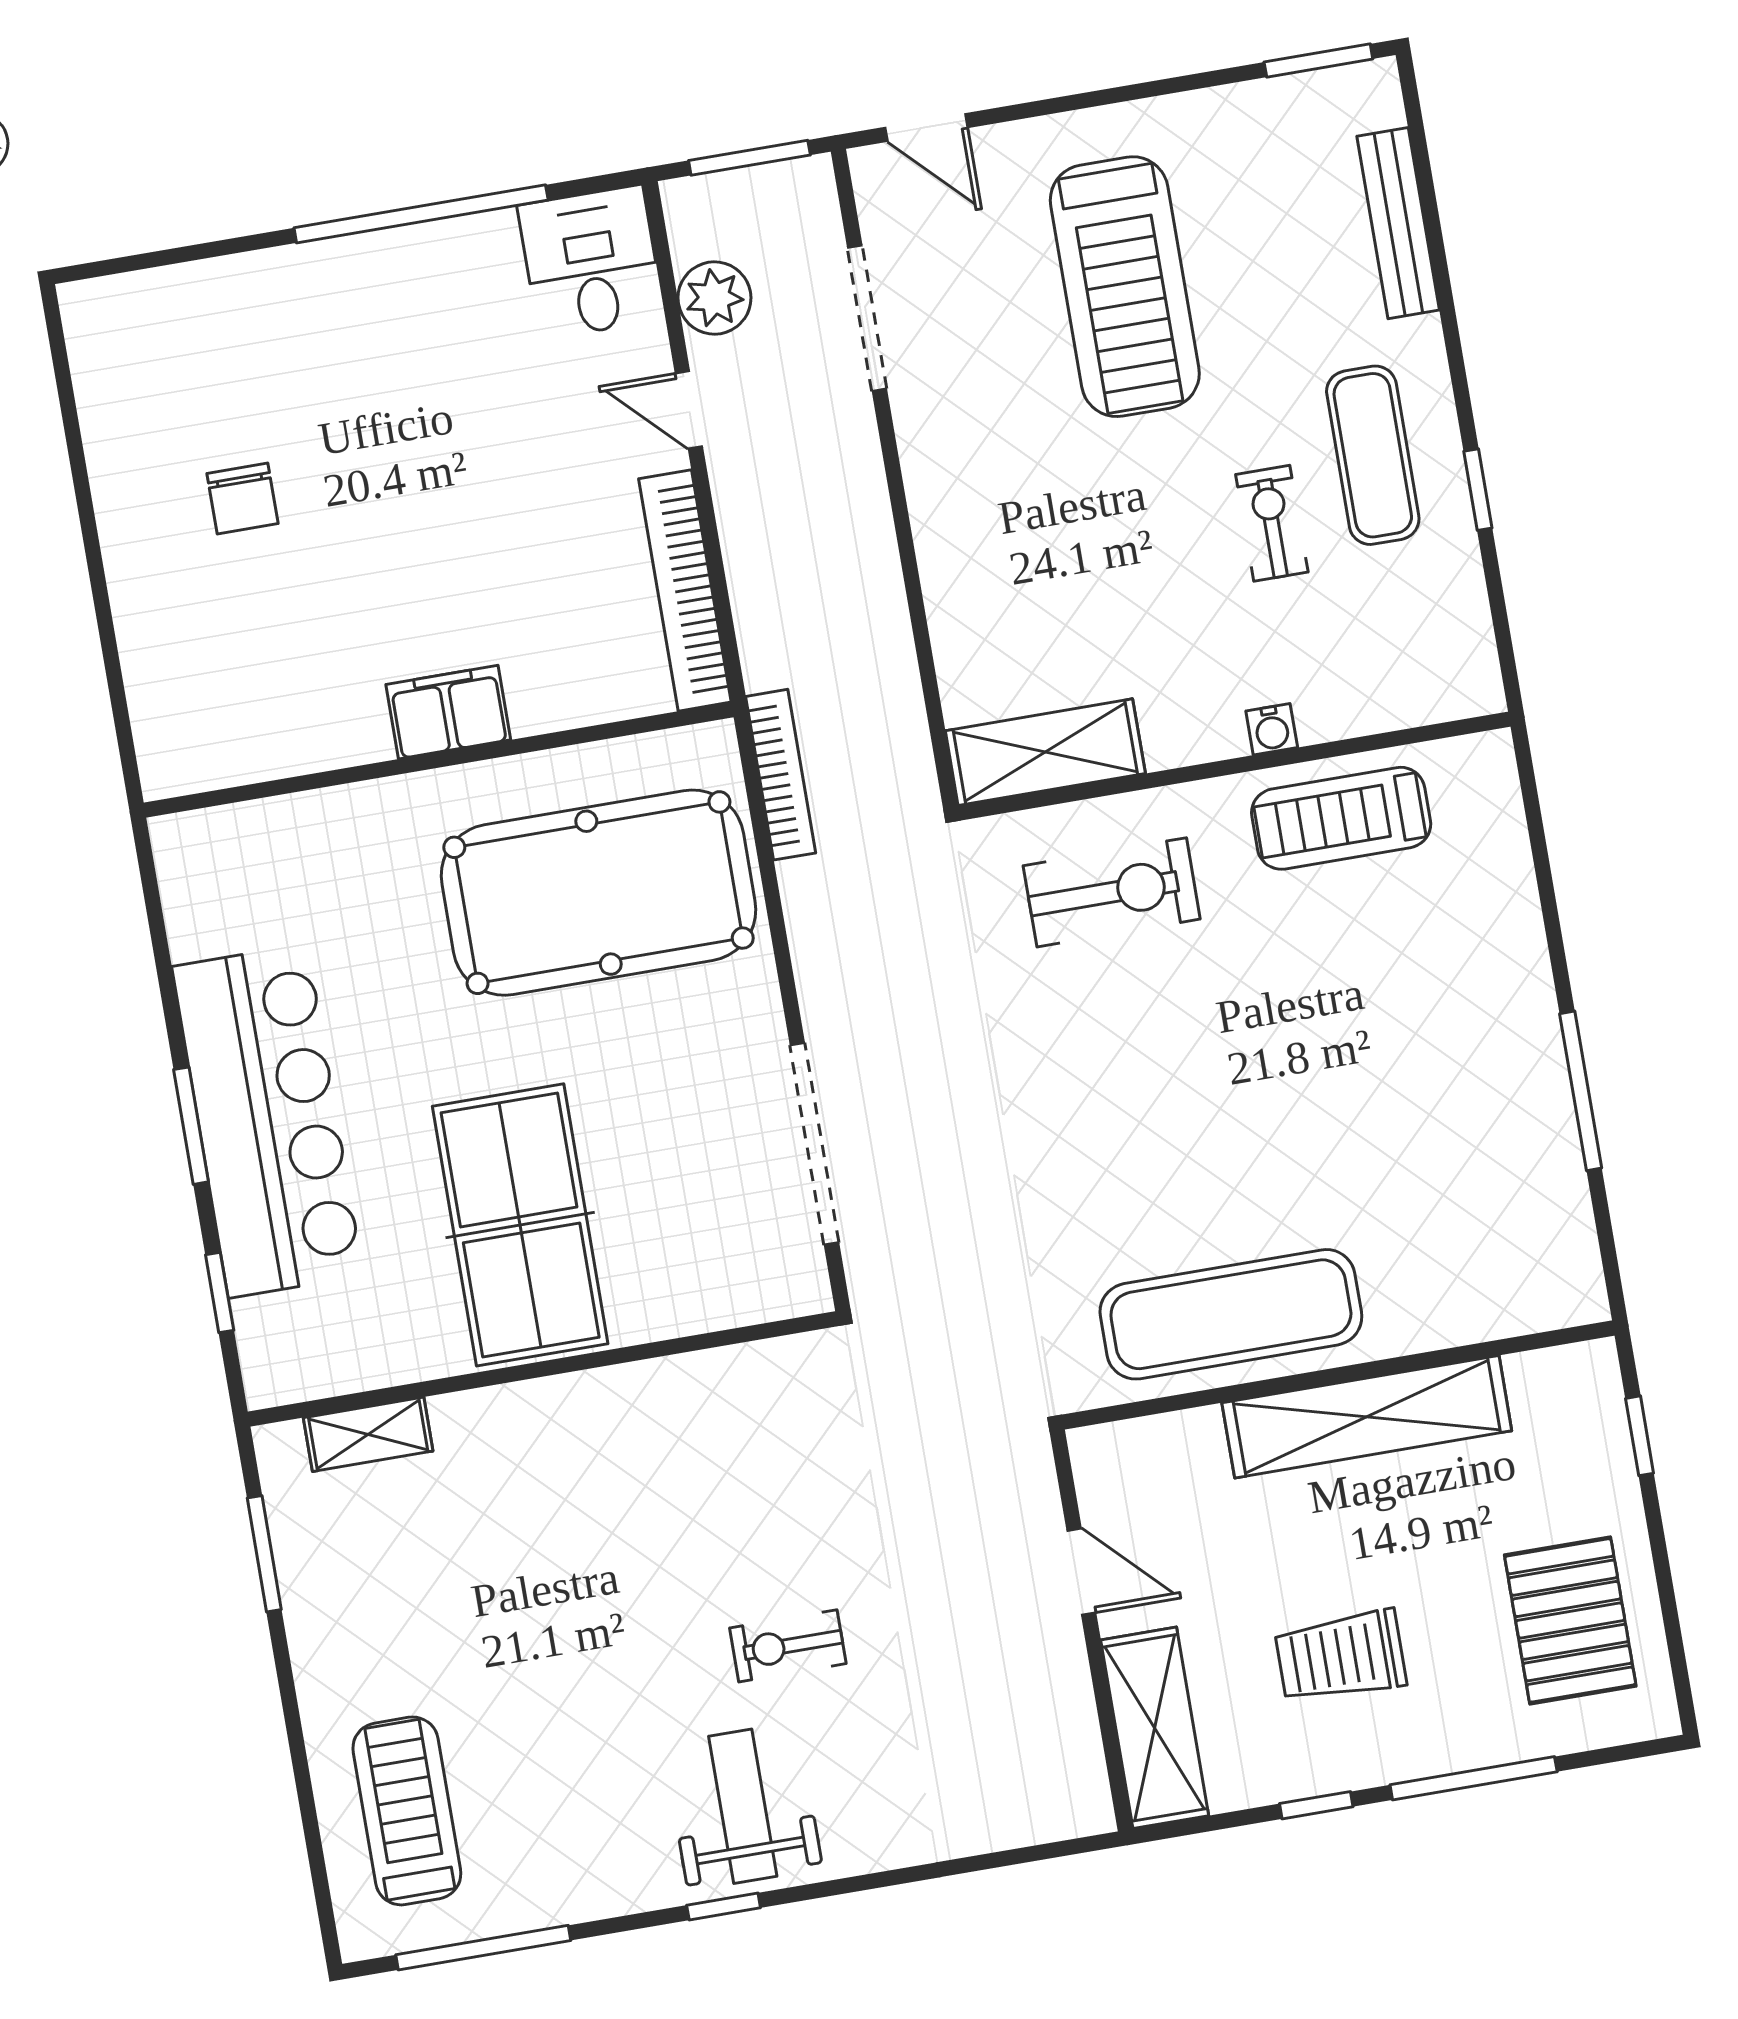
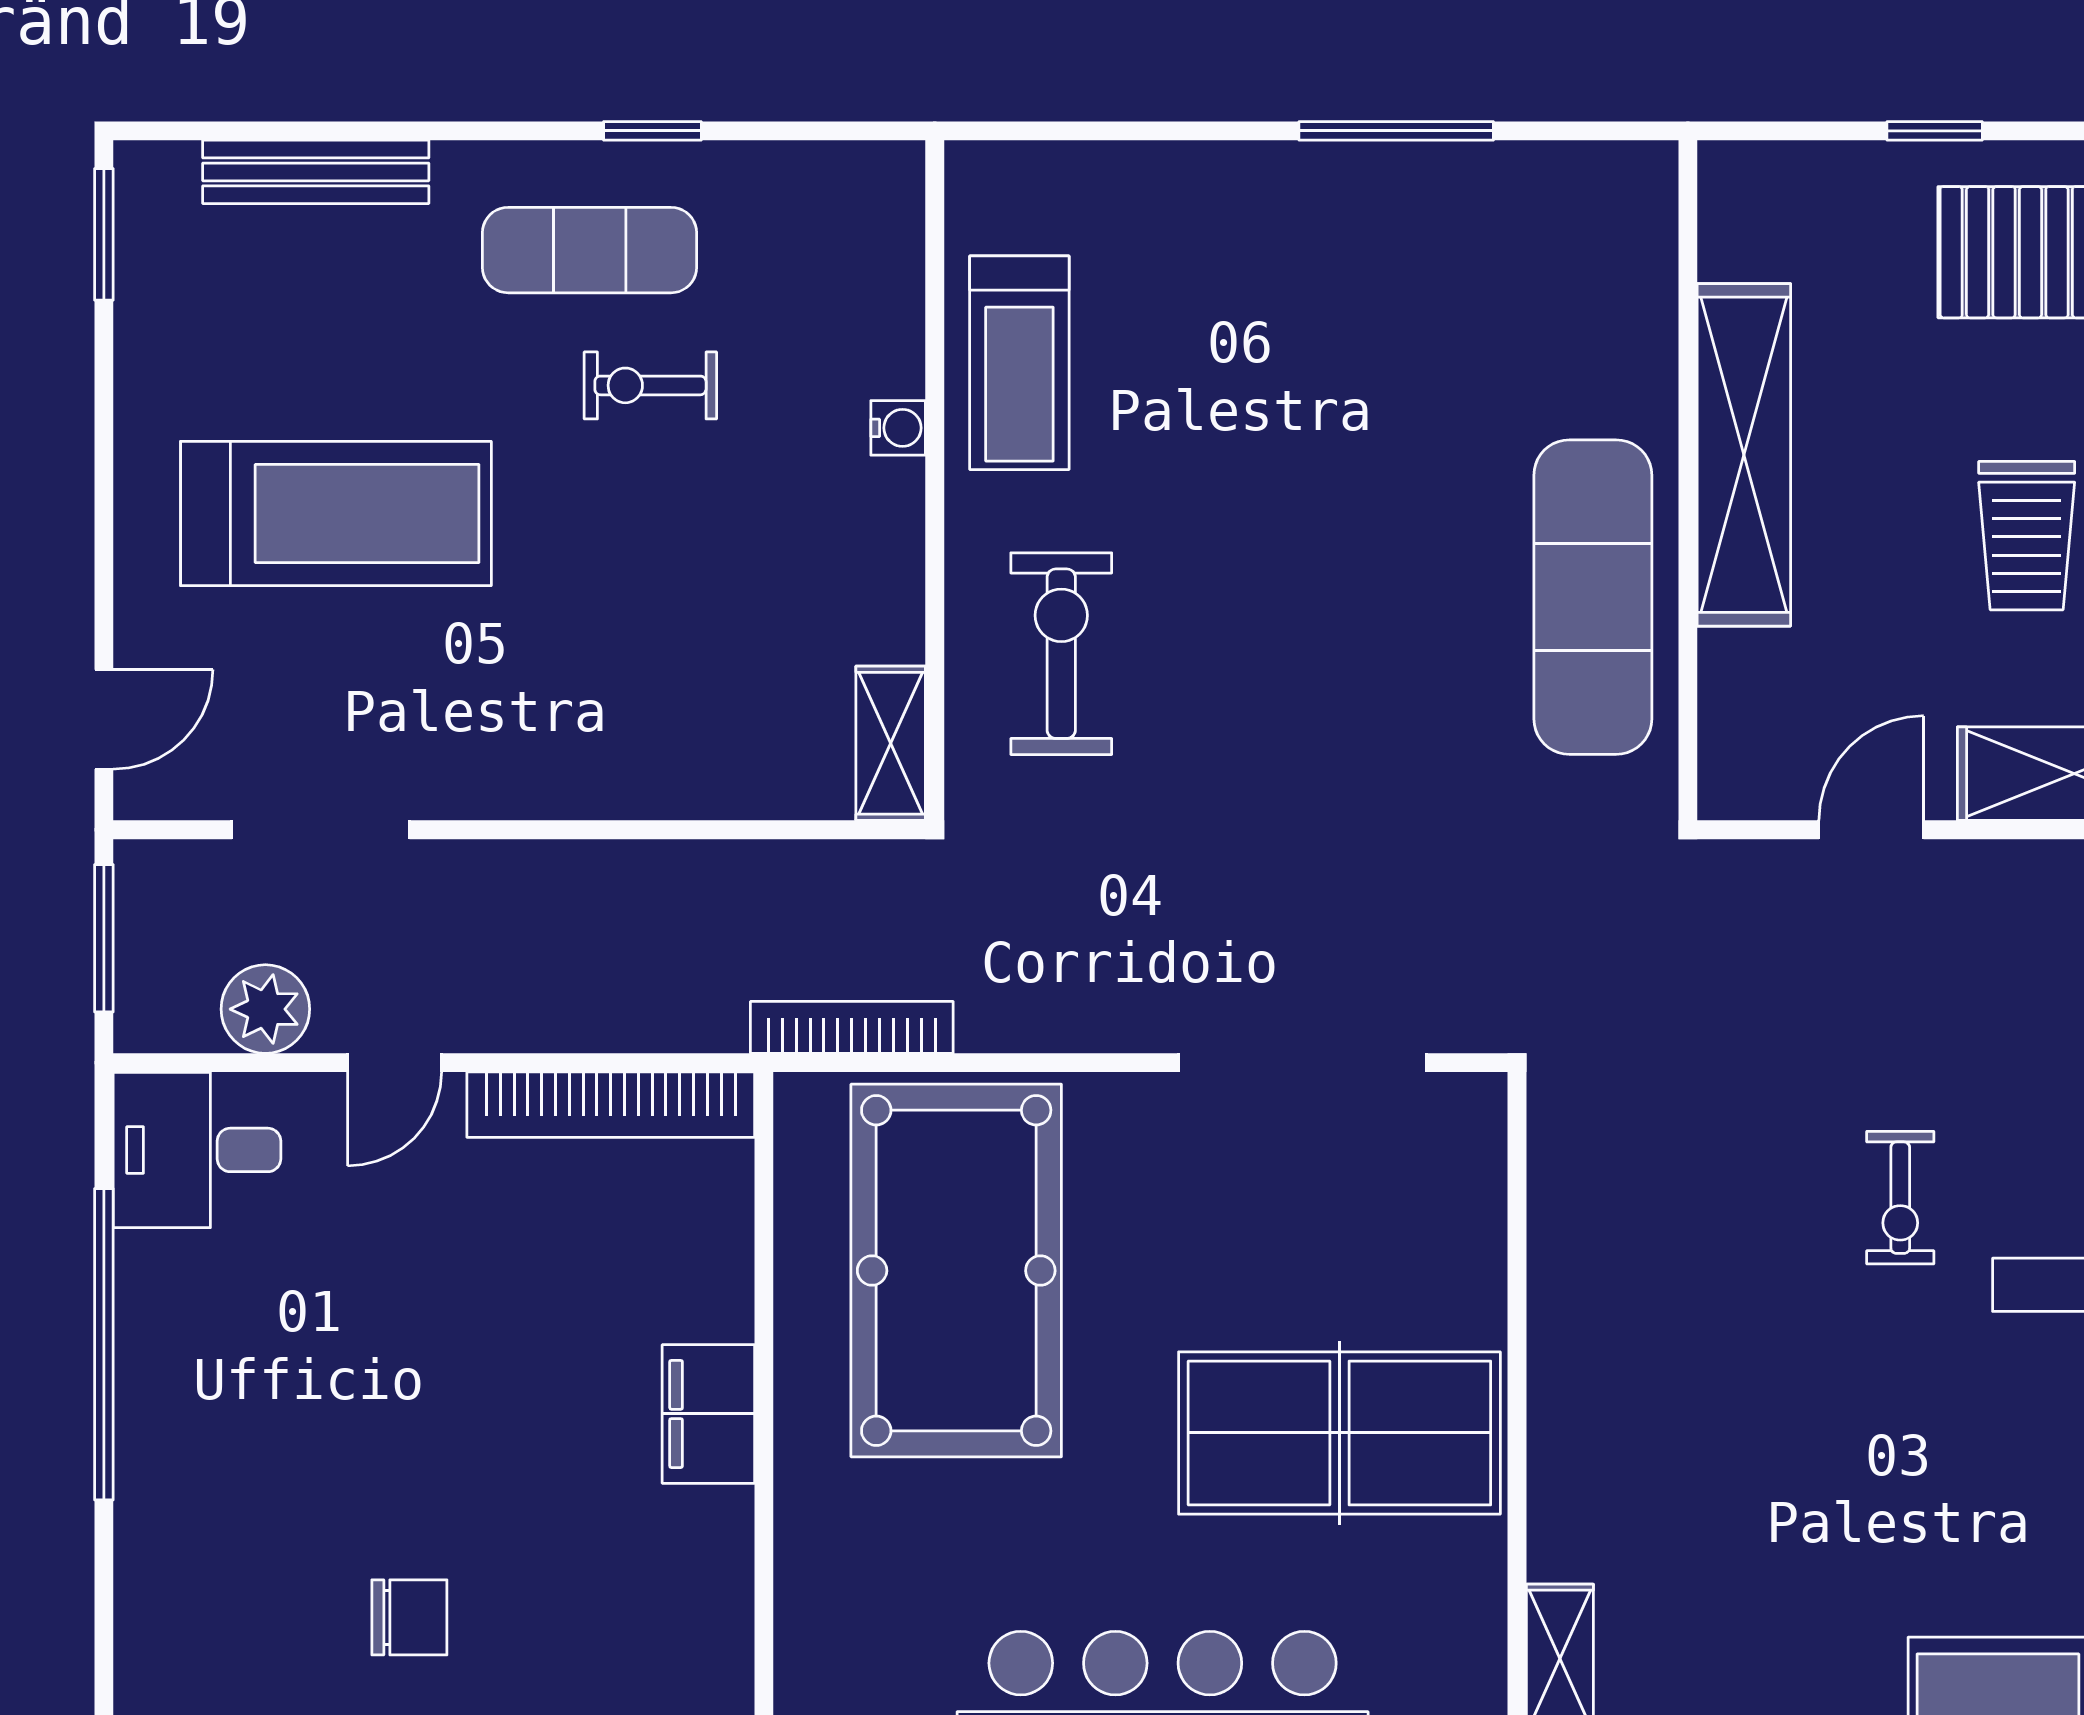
shelving: (1045, 752) -> (891, 743), width x0.67, depth x0.75
window: (1640, 1436) -> (1935, 131), moved

